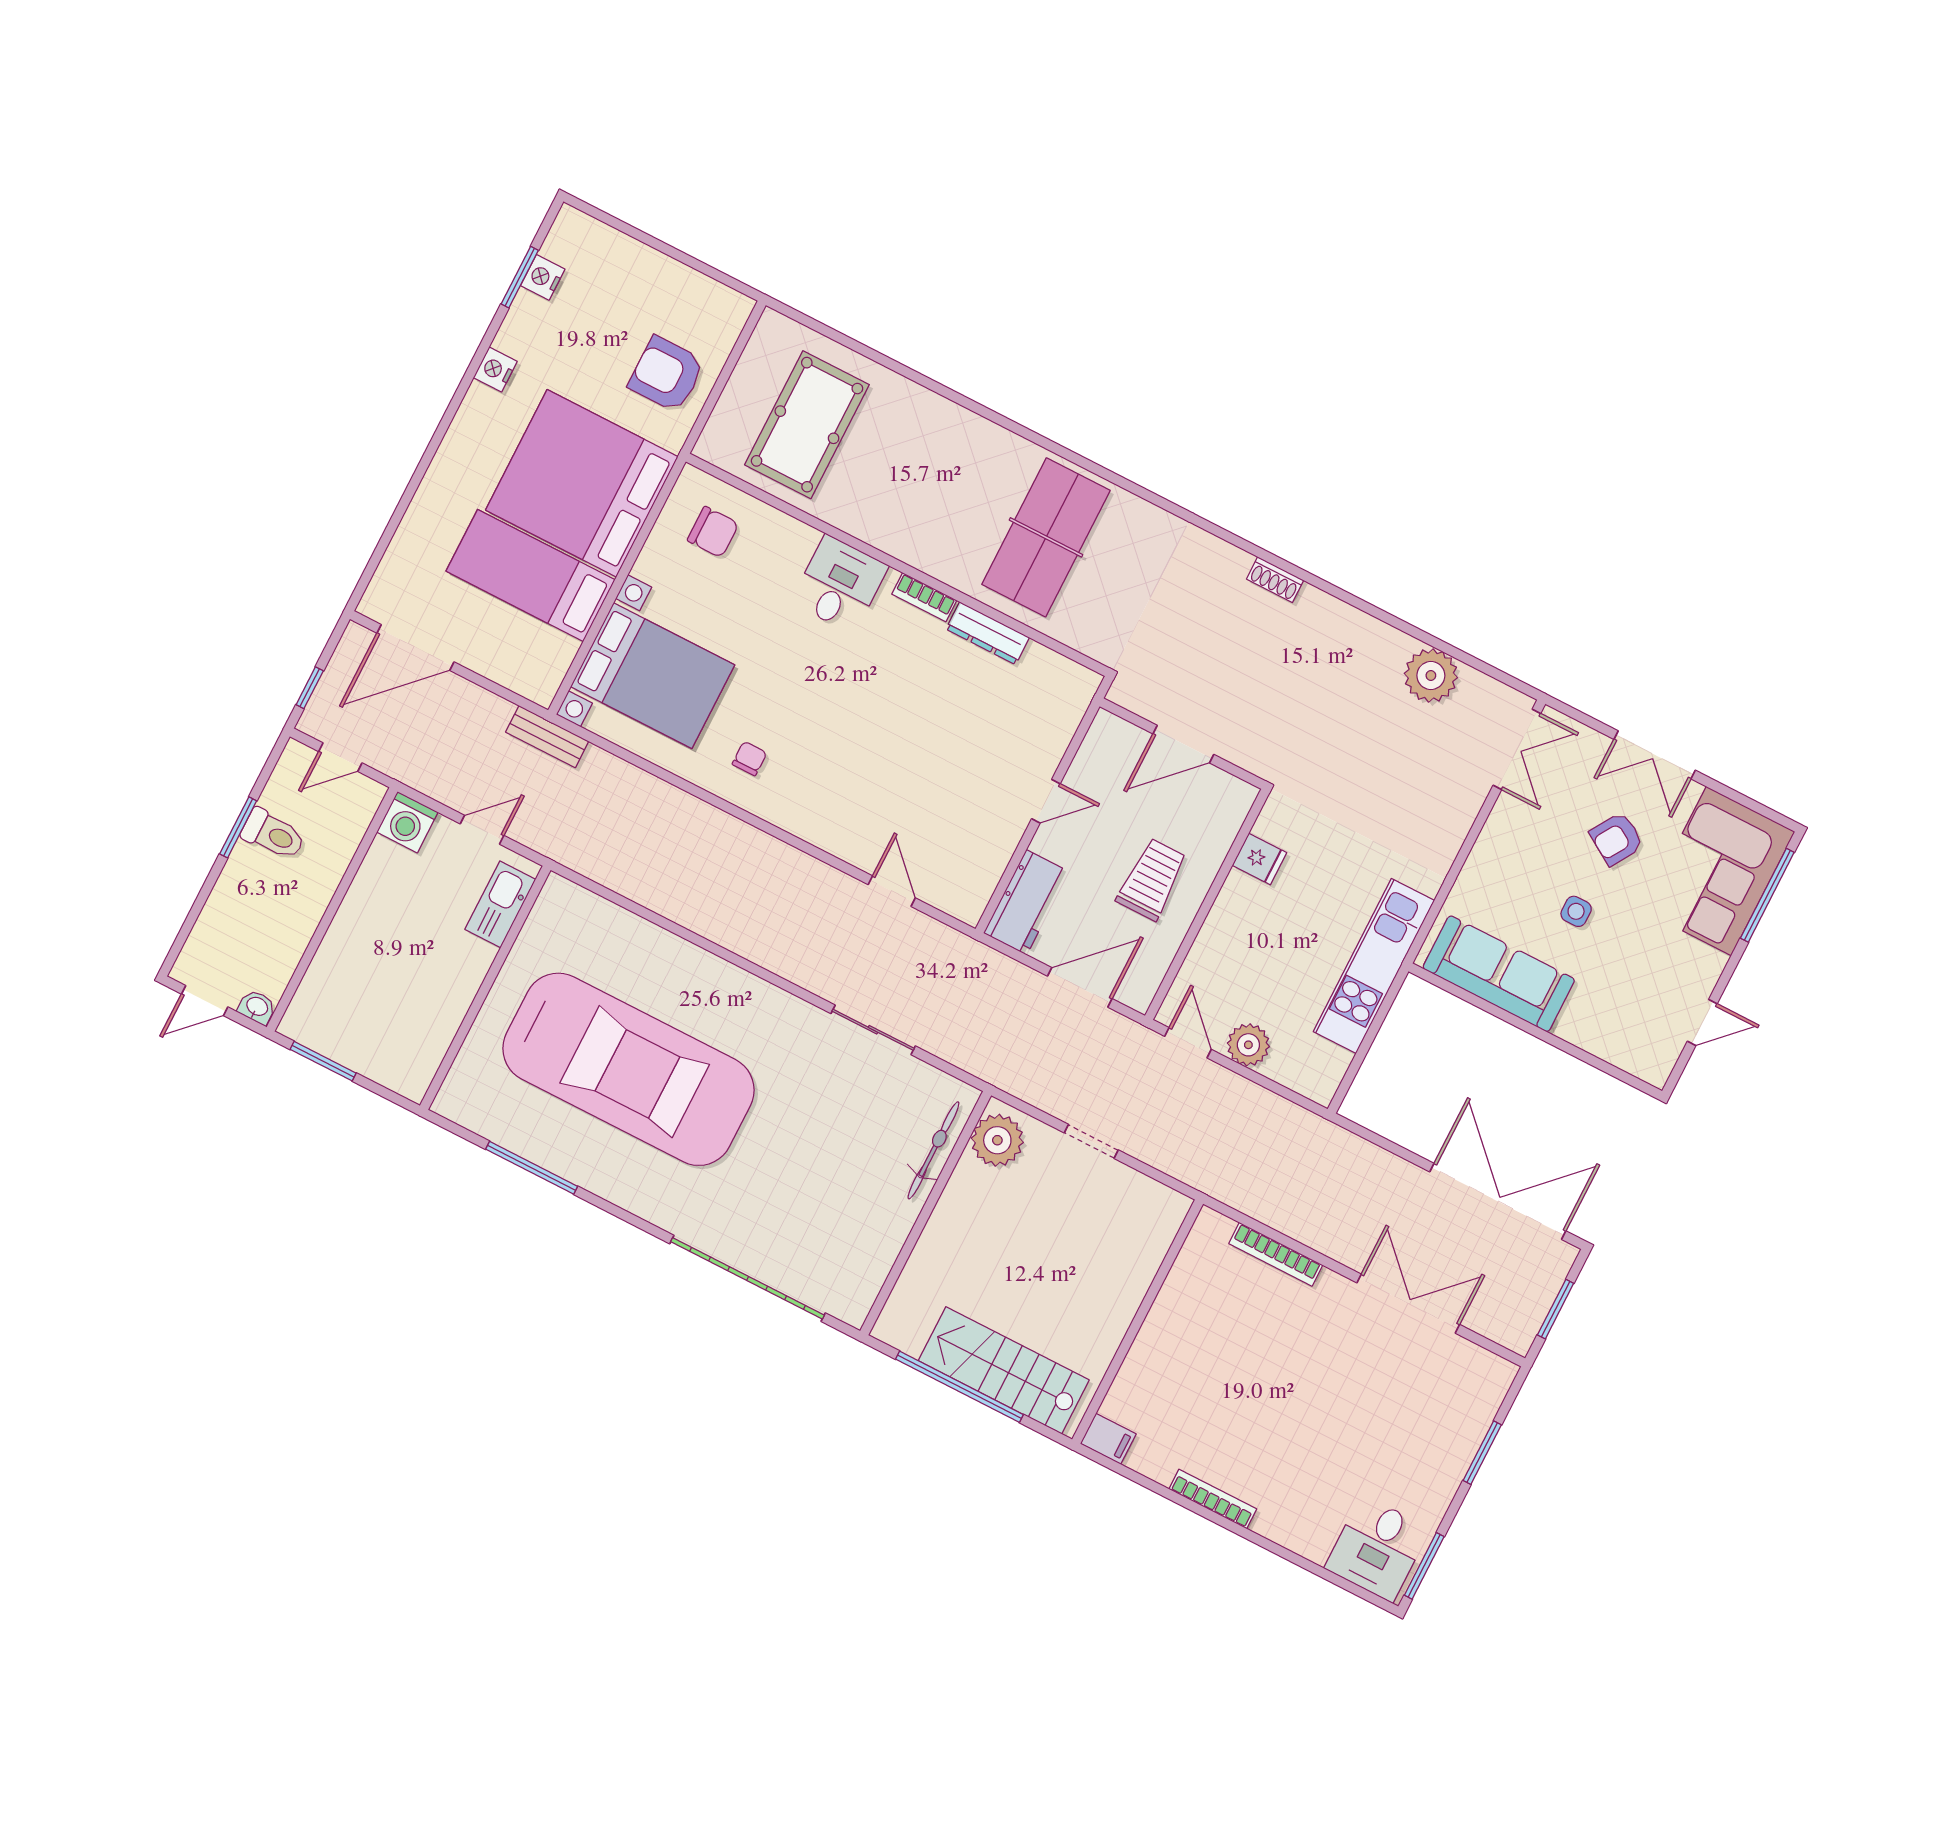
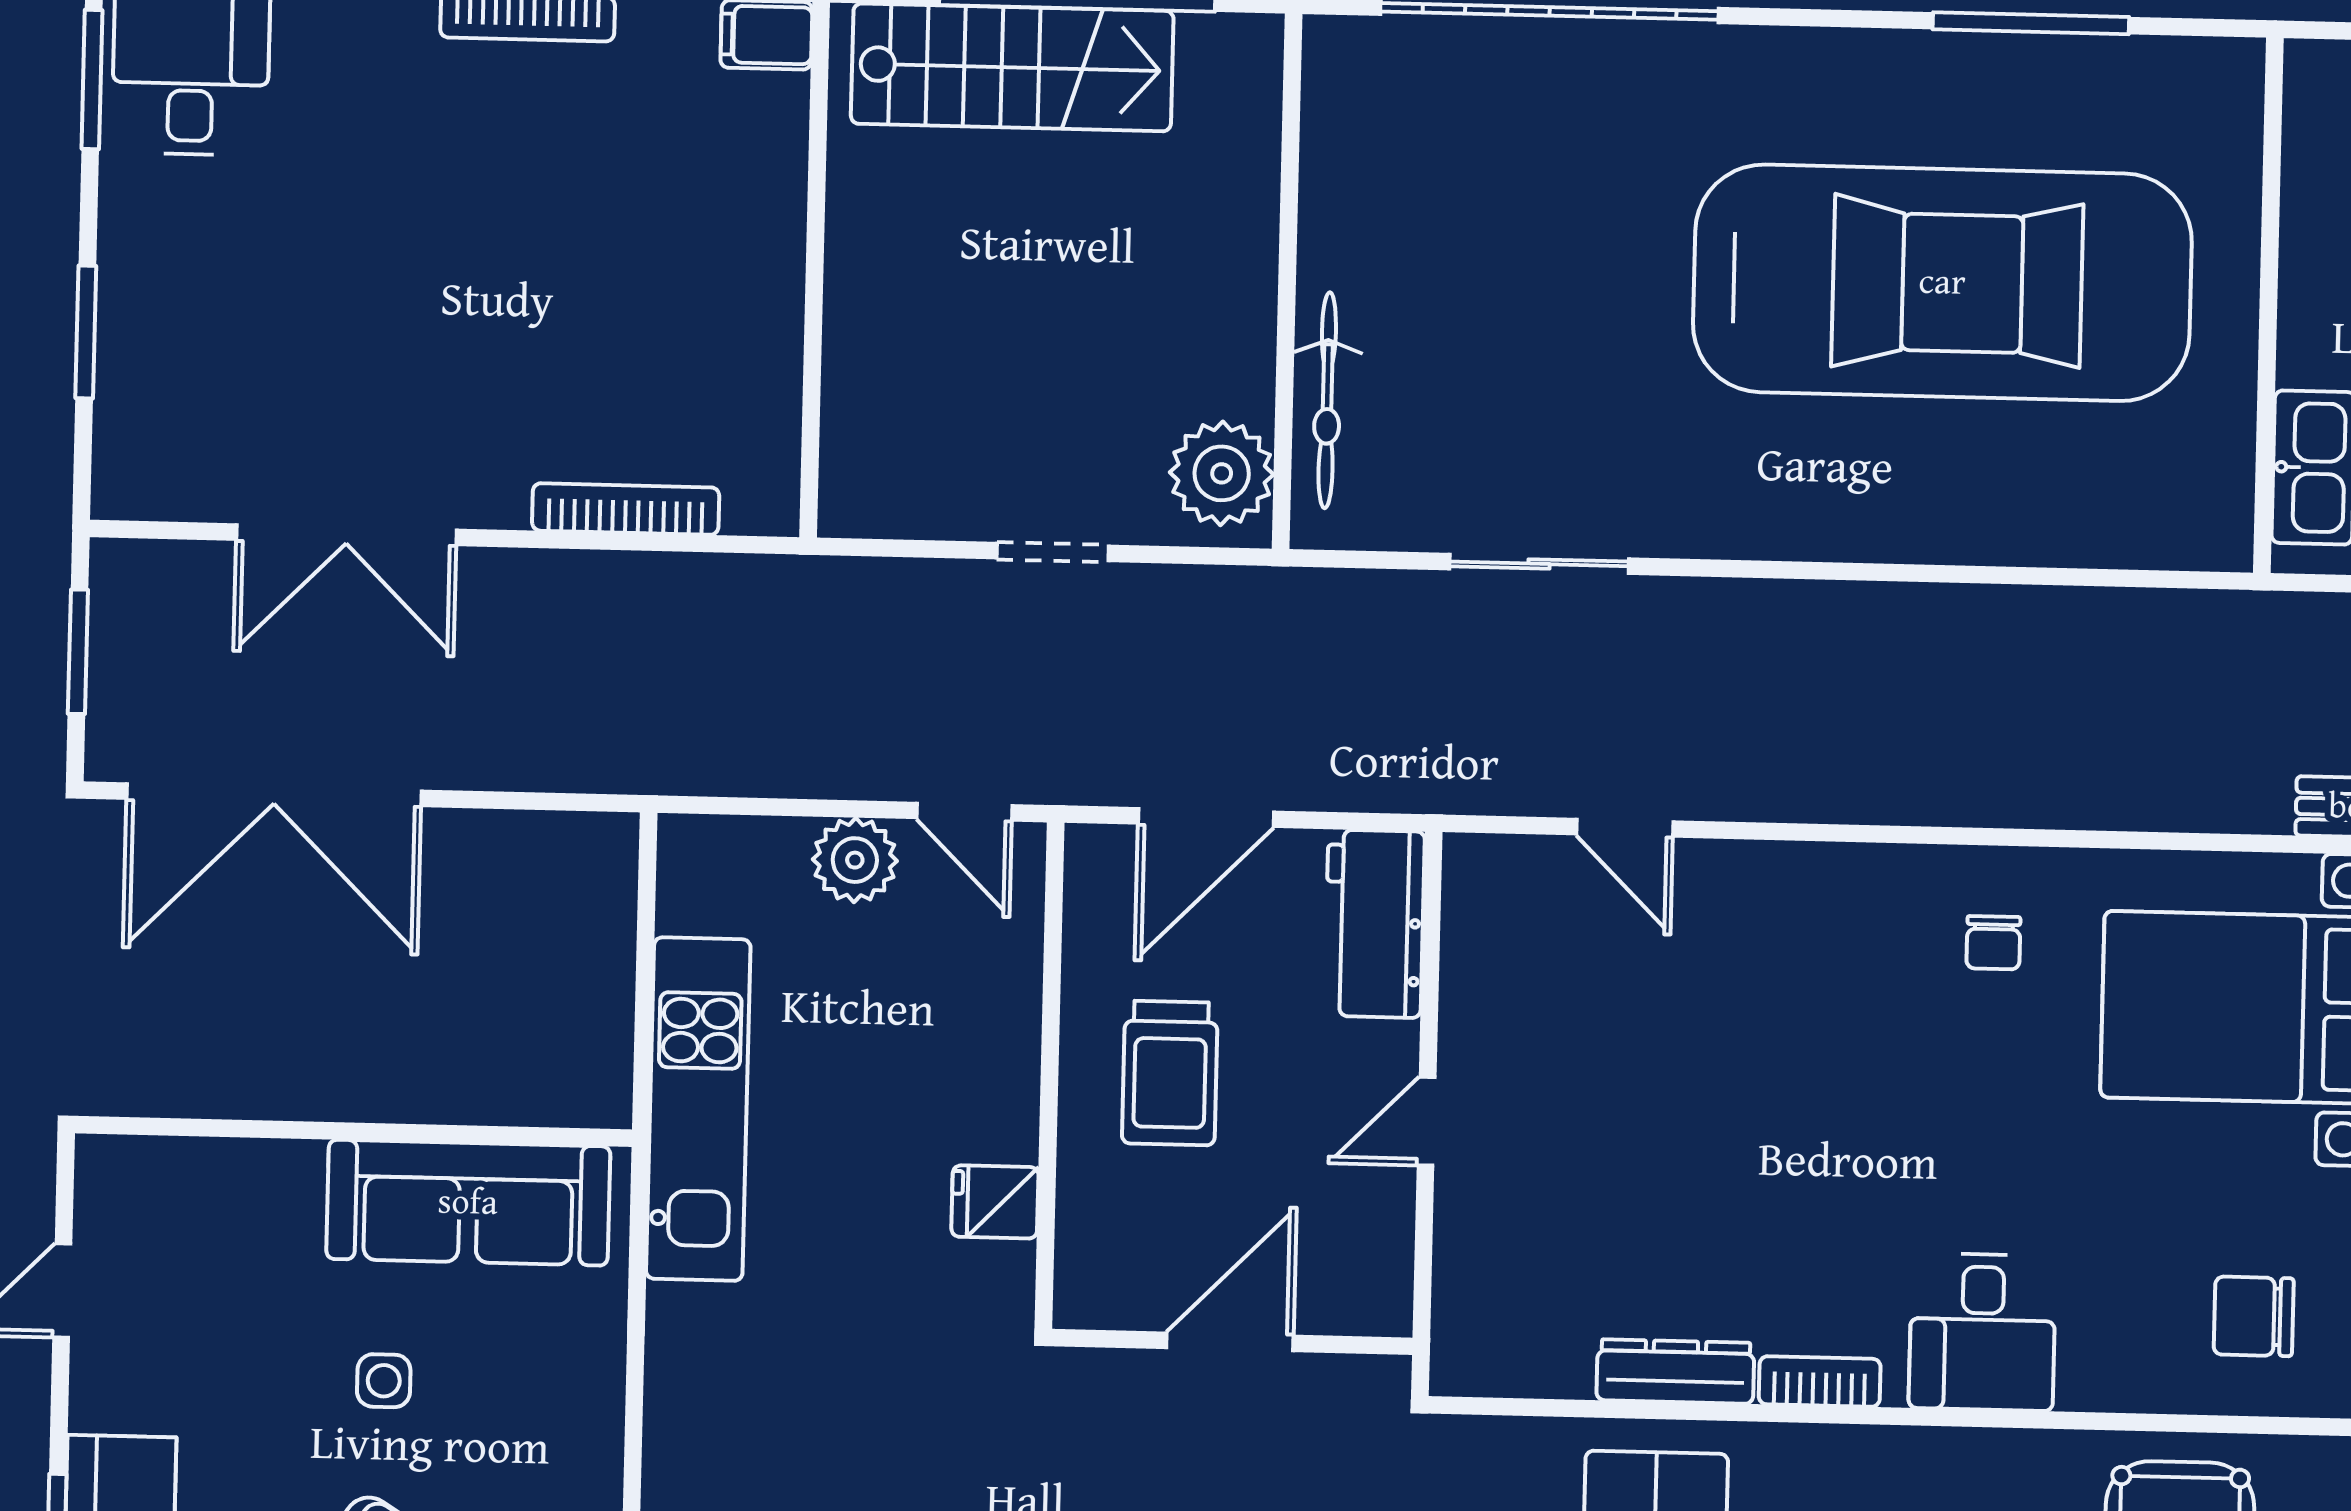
car: (628, 1069) -> (1942, 283), turned 180

